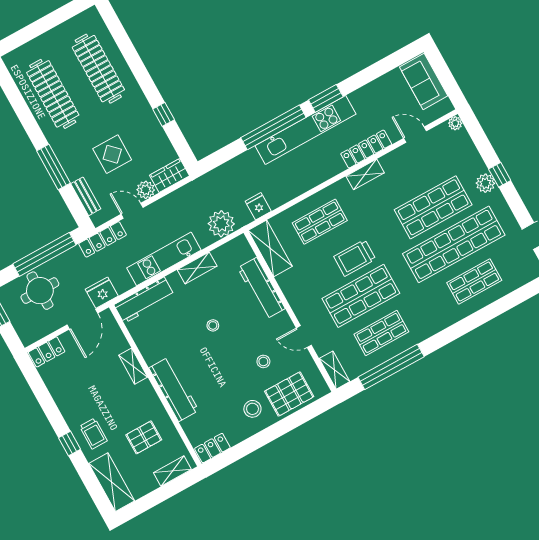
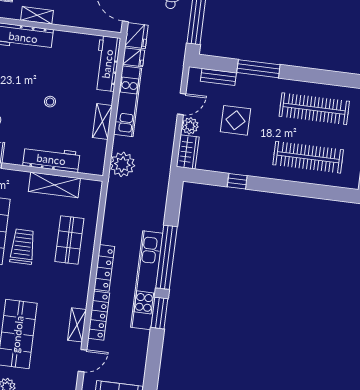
shelving: (365, 174) -> (77, 325), moved
fridge: (258, 206) -> (133, 57), moved
locker: (103, 239) -> (104, 268), moved, turned 180
shelving: (270, 248) -> (54, 185), moved
shelving: (133, 366) -> (37, 15), moved

